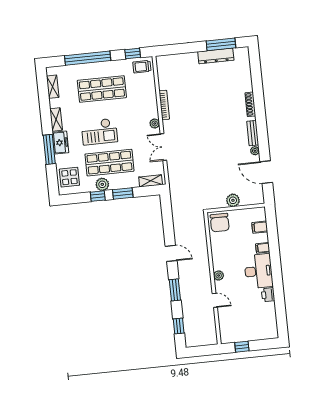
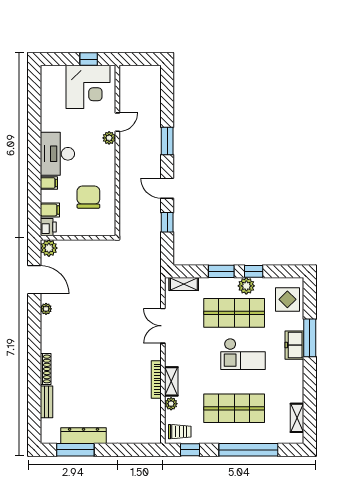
shelving: (56, 119) -> (171, 381), moved
plant: (155, 124) -> (171, 404), moved
checkout: (99, 132) -> (243, 354), turned 180
bench: (253, 133) -> (46, 402), moved
double door: (163, 147) -> (163, 326), swing flipped
plant: (233, 200) -> (49, 248), moved
chair: (220, 223) -> (88, 197), moved
plant: (219, 275) -> (109, 138), moved
printer: (268, 295) -> (48, 227), moved
door: (215, 300) -> (117, 122), swing flipped
corner desk: (240, 325) -> (88, 87), added
window: (179, 326) -> (167, 222), moved

